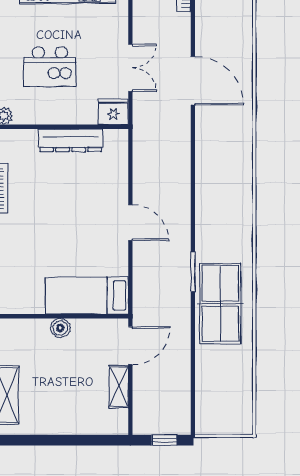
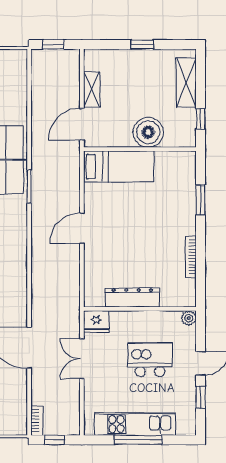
door: (130, 223) -> (82, 228), hinge flipped
boiler: (60, 328) -> (148, 132), width x1.86, depth x1.86
window: (59, 440) -> (142, 44), added

